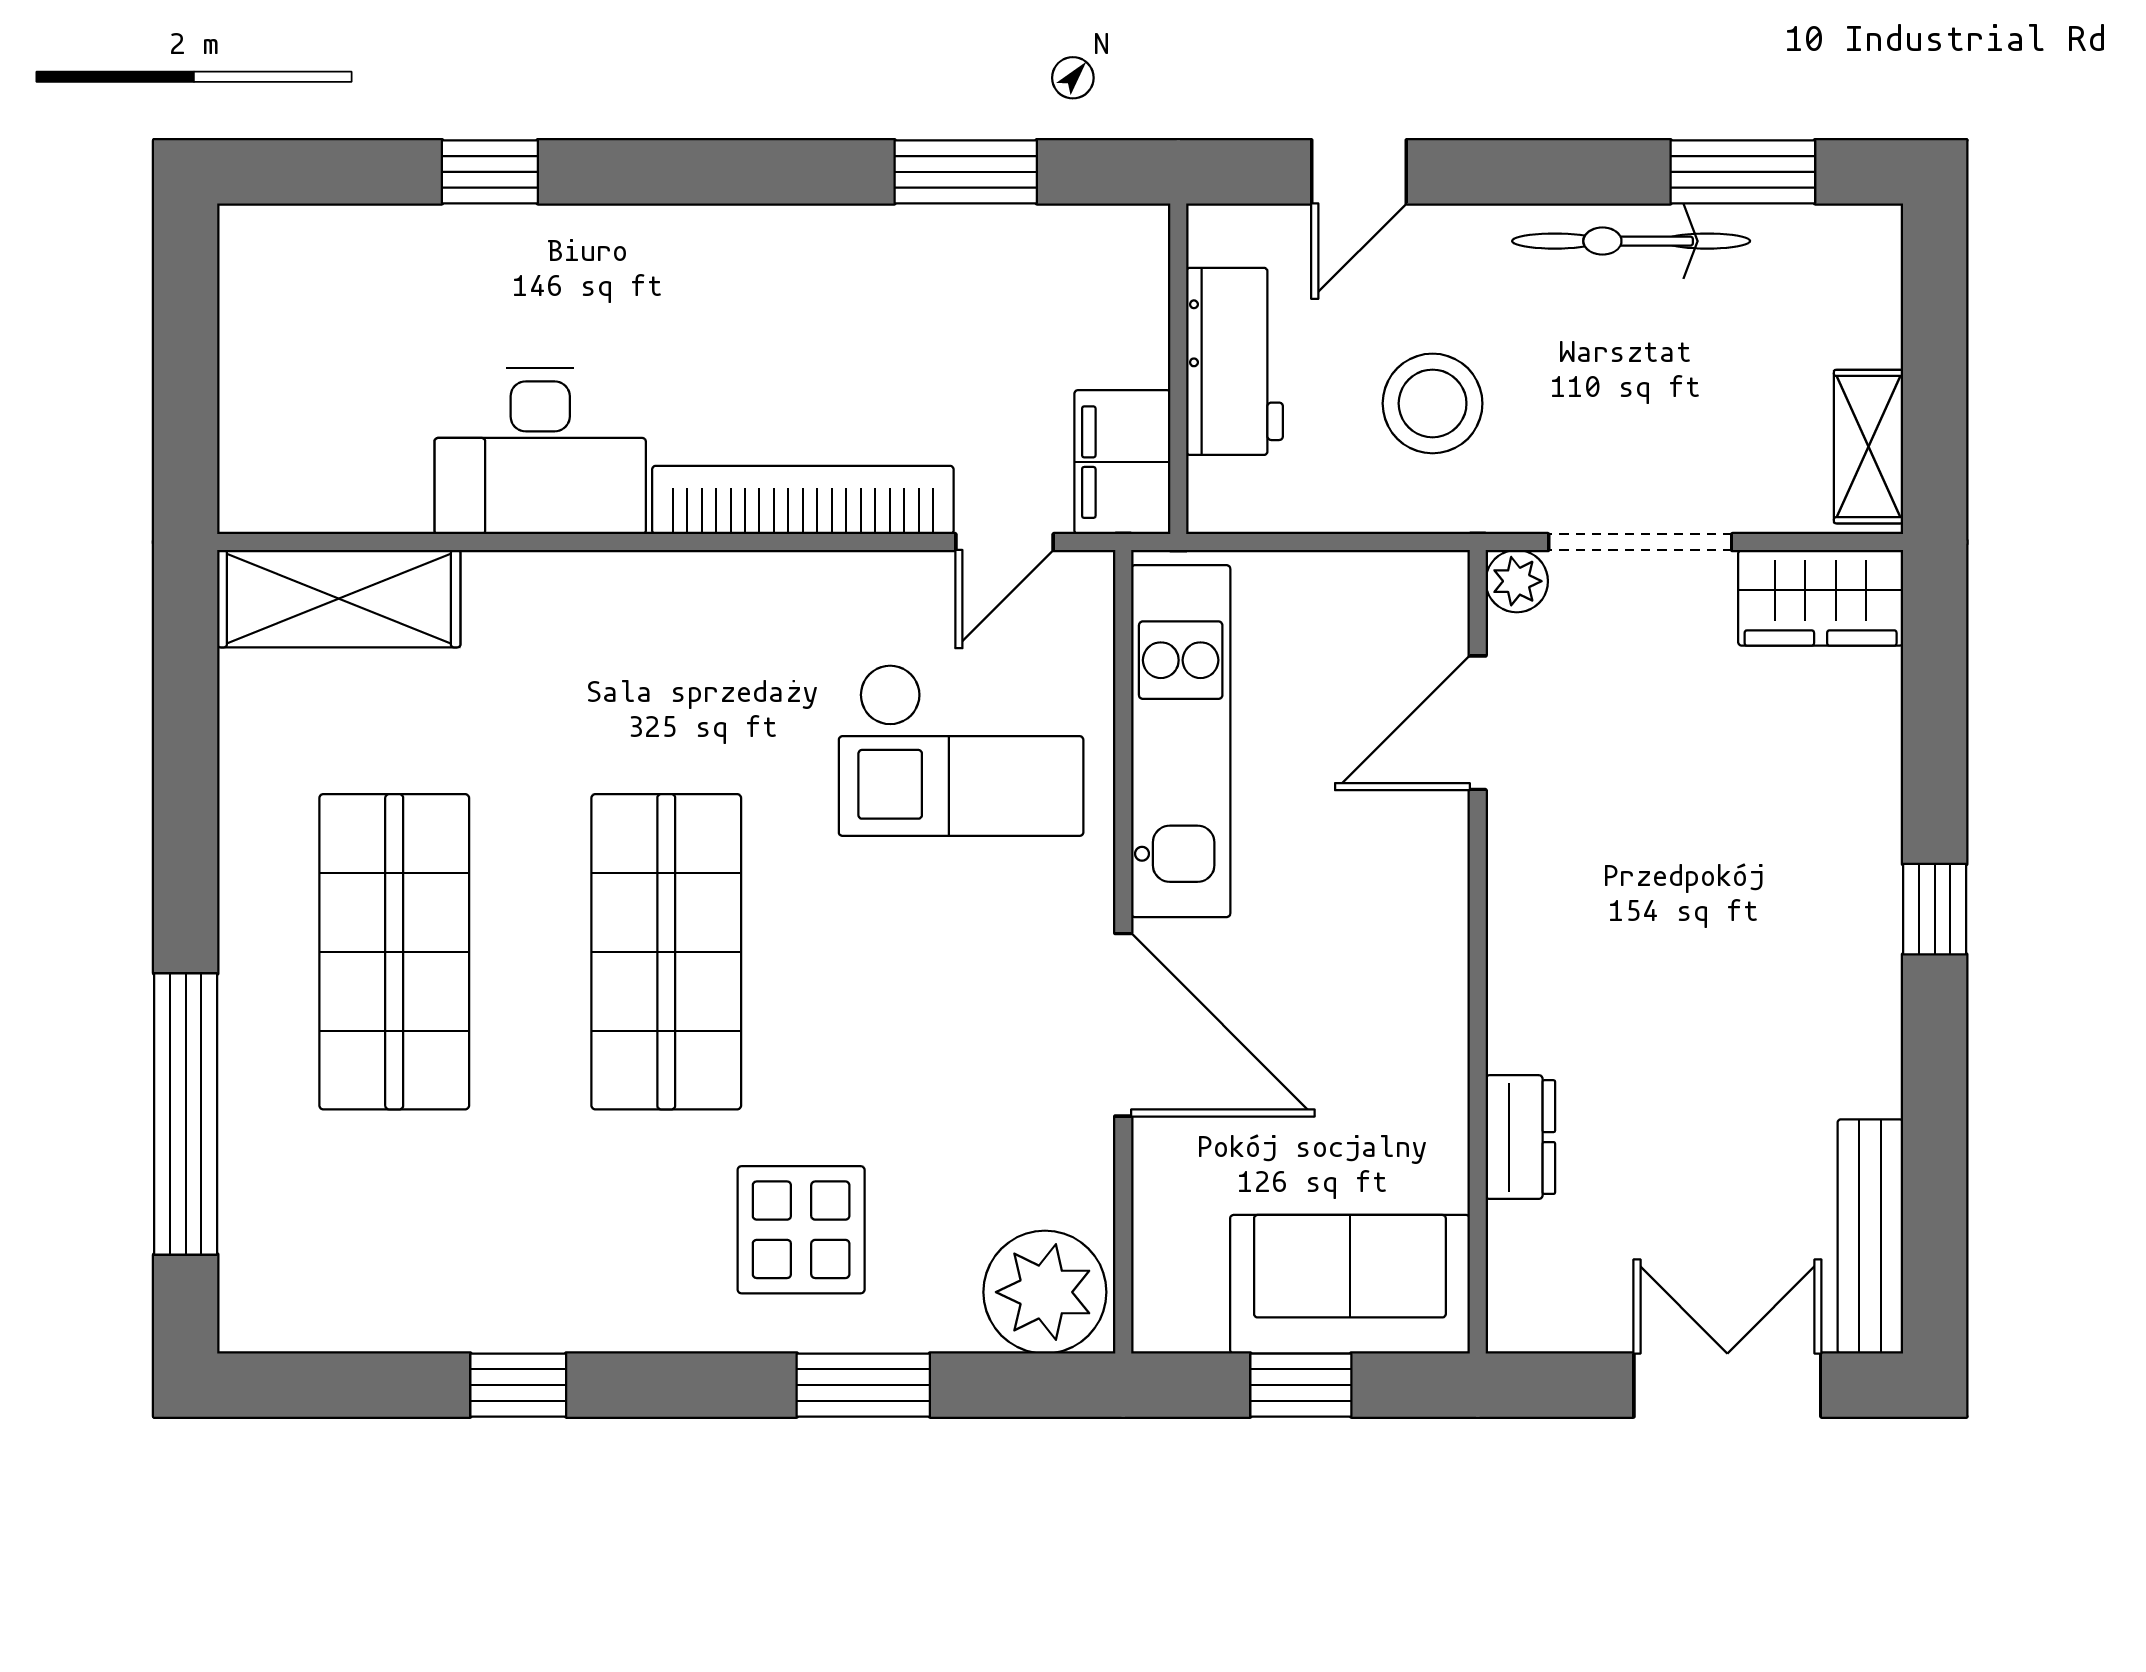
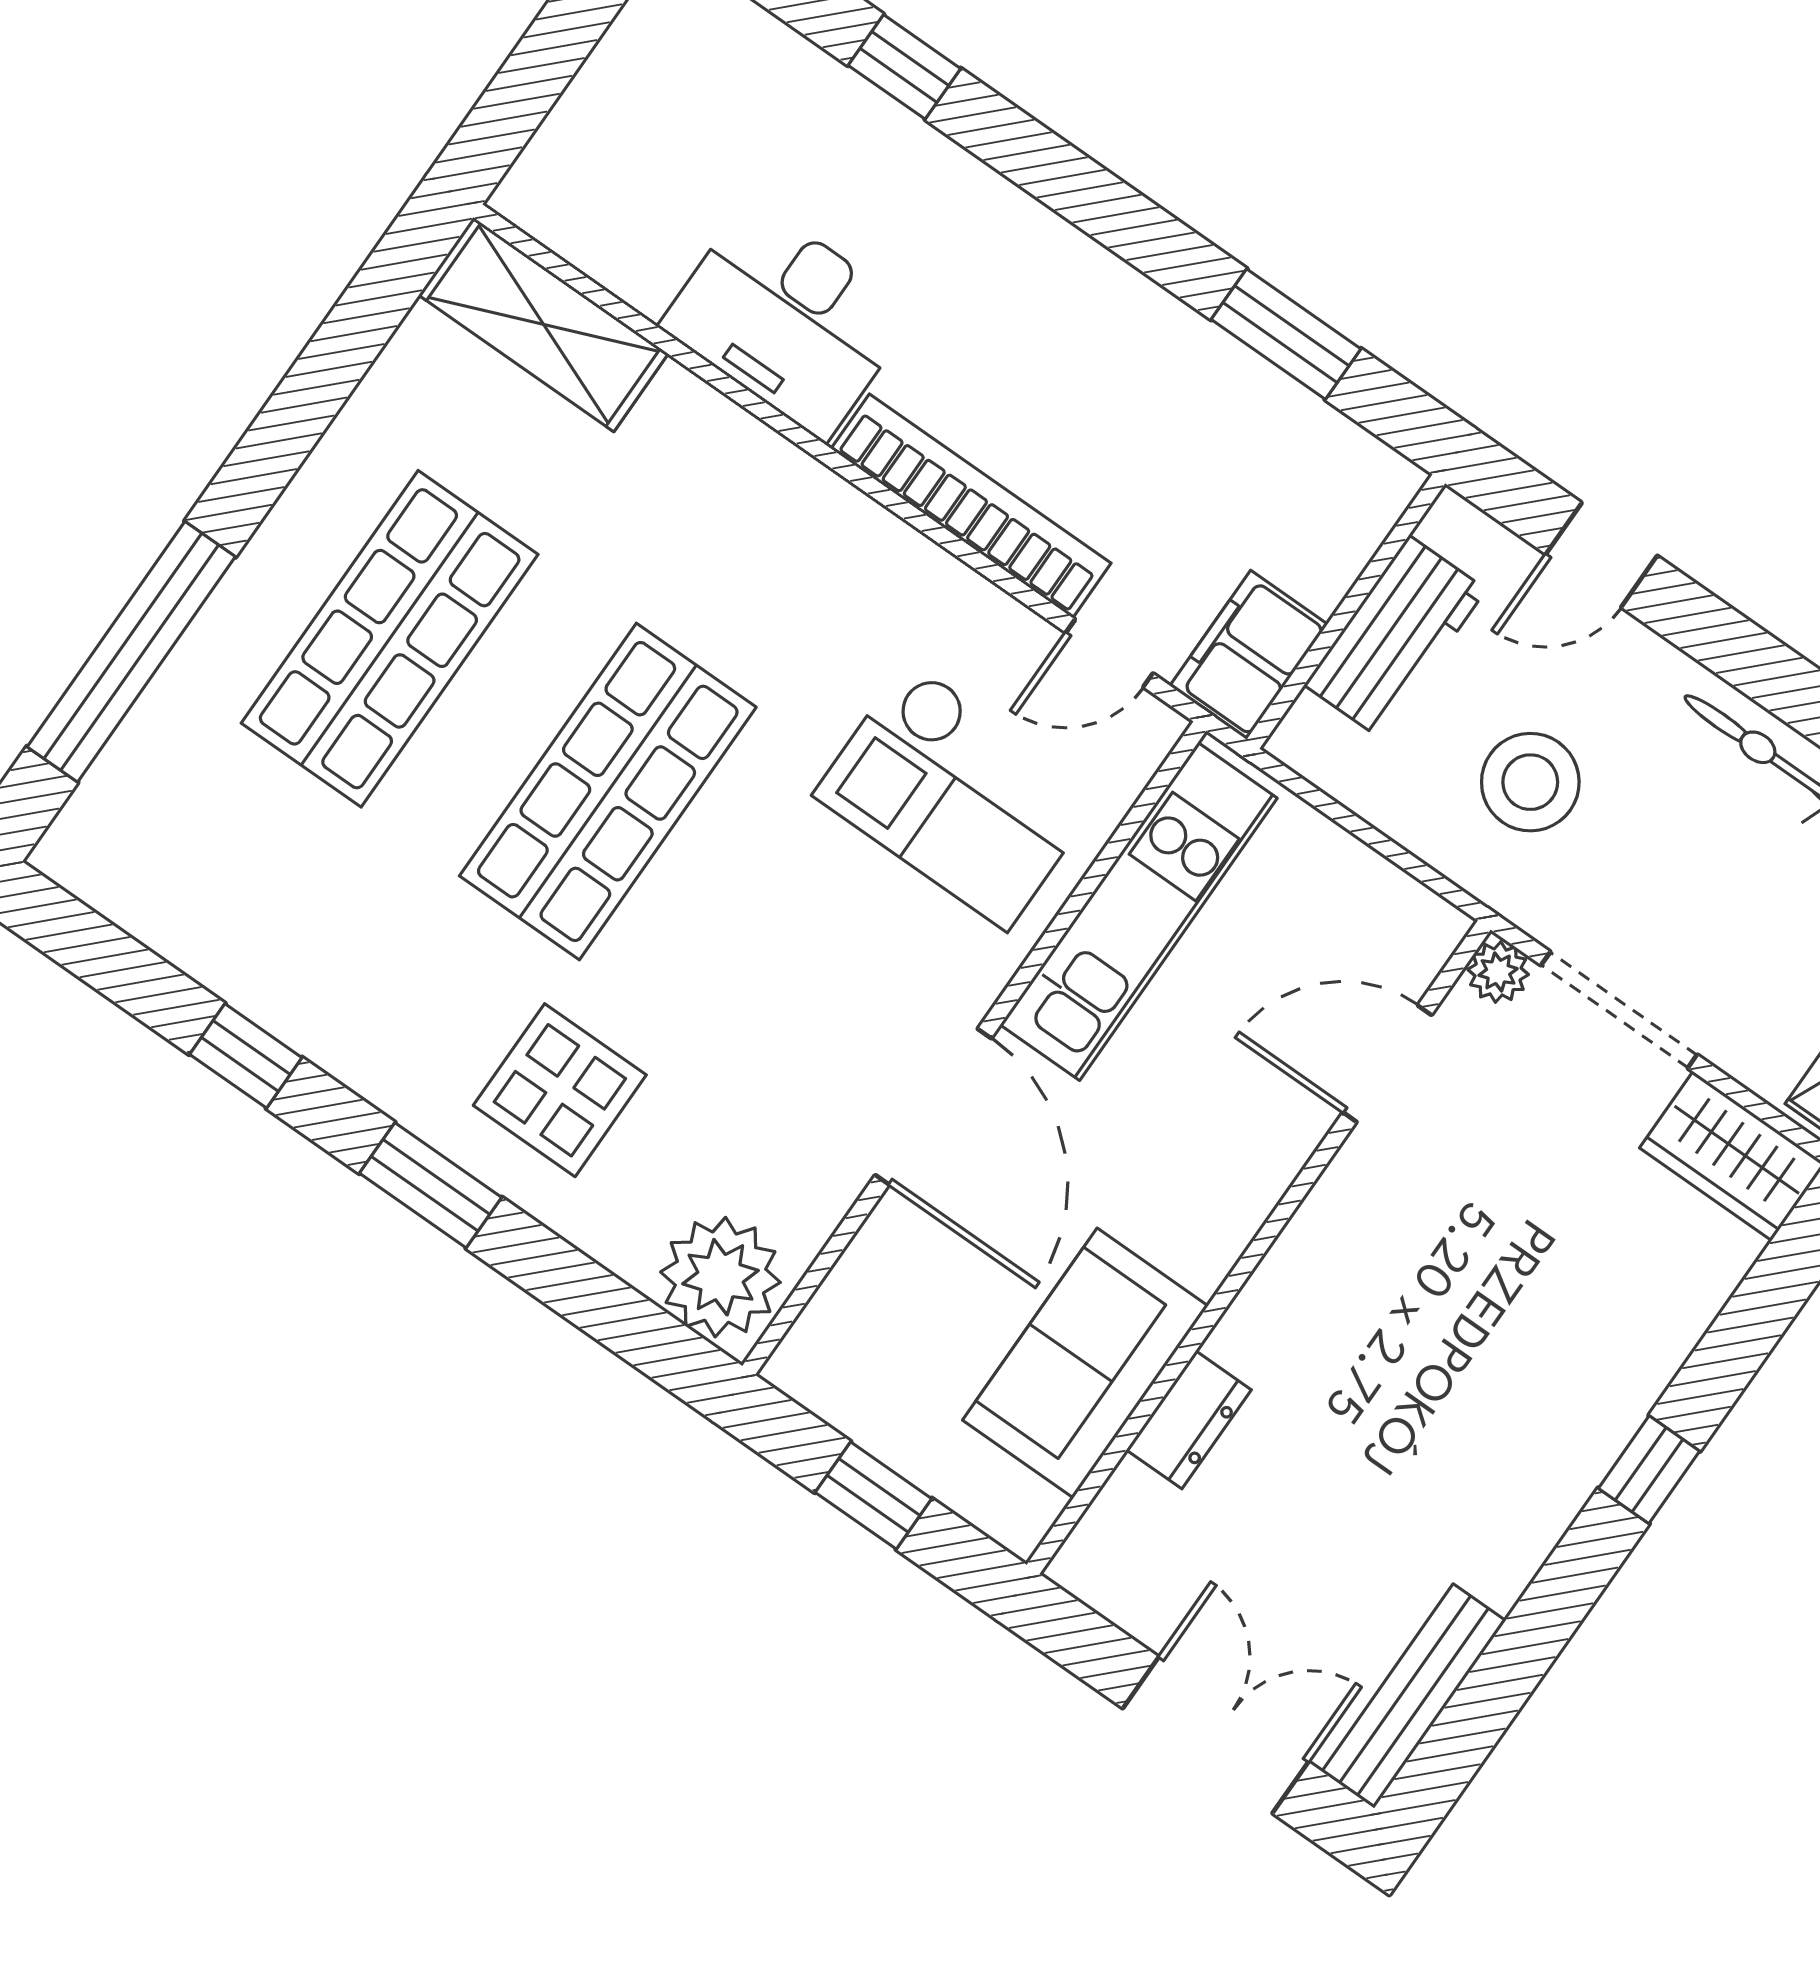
sofa: (1350, 1284) -> (1085, 1363), moved, turned -90
window: (863, 1385) -> (430, 1185), moved

